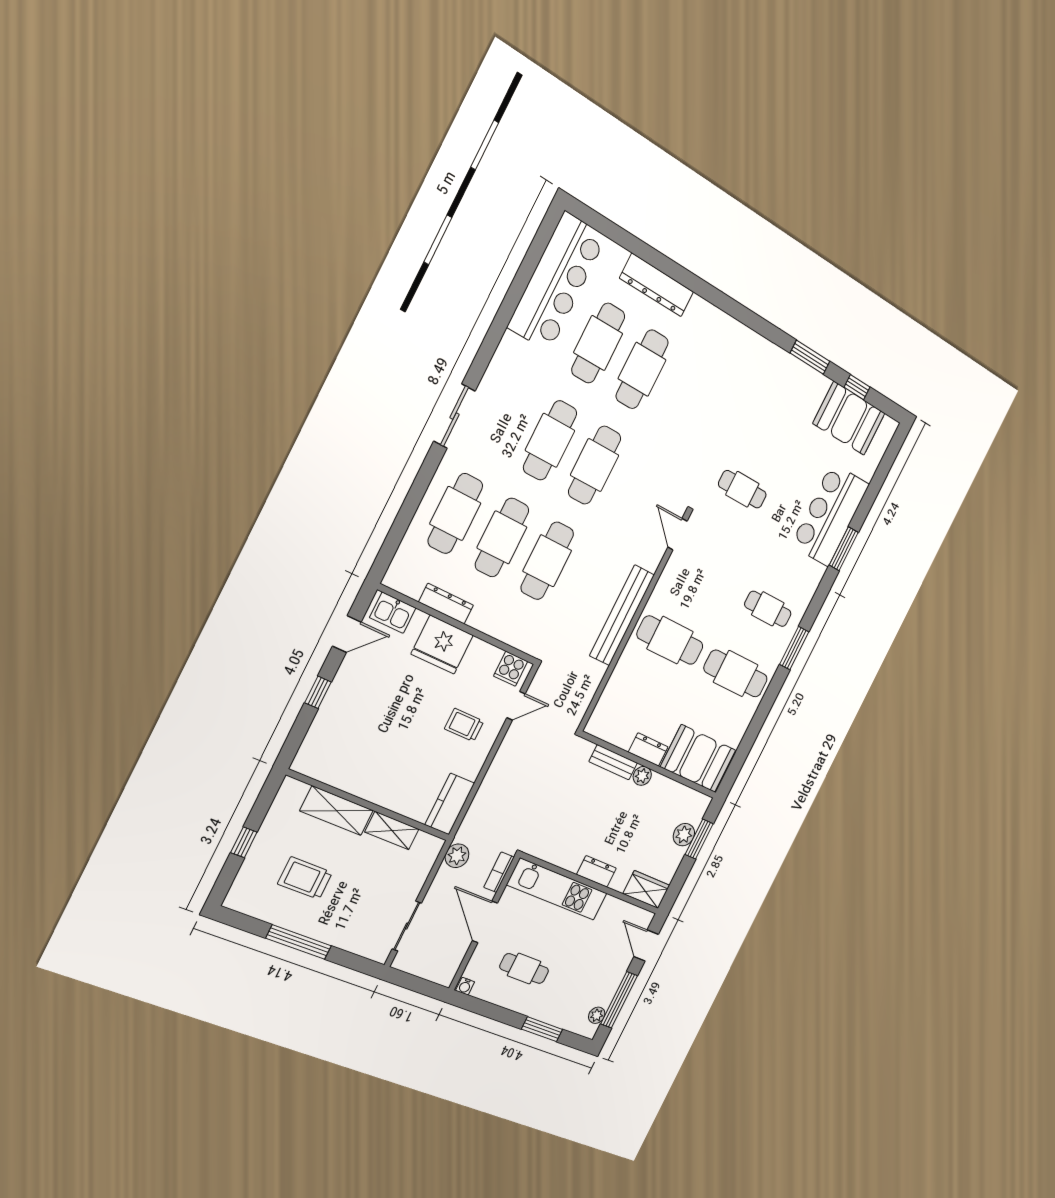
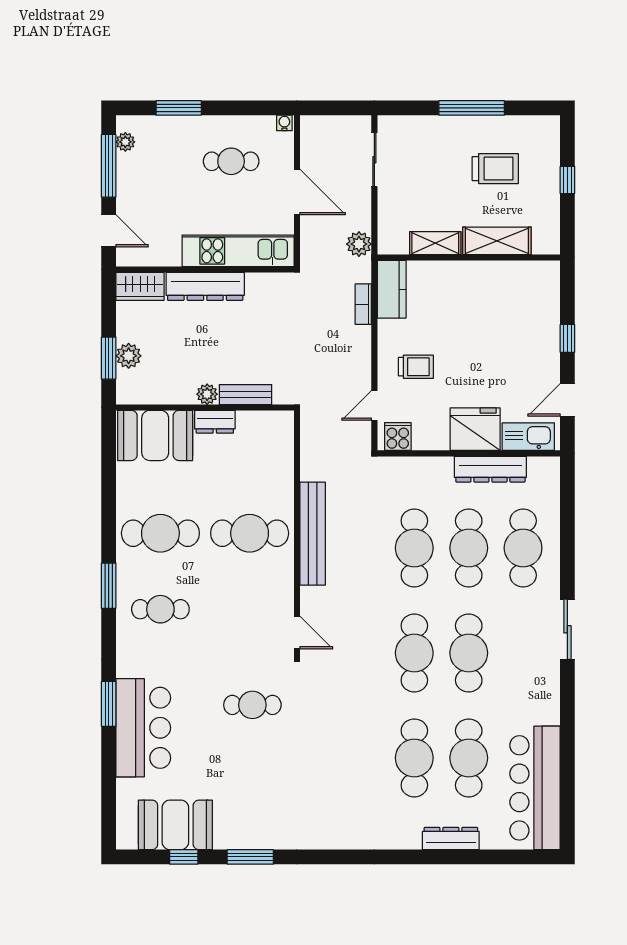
dresser: (657, 285) -> (451, 839), width x0.73, depth x0.80
dresser: (446, 604) -> (490, 469), width x1.37, depth x1.24
kitchen sink: (393, 613) -> (528, 437), width x1.38
dresser: (596, 871) -> (205, 286), width x1.96, depth x1.24
bookcase: (499, 872) -> (363, 304), moved, turned 180

